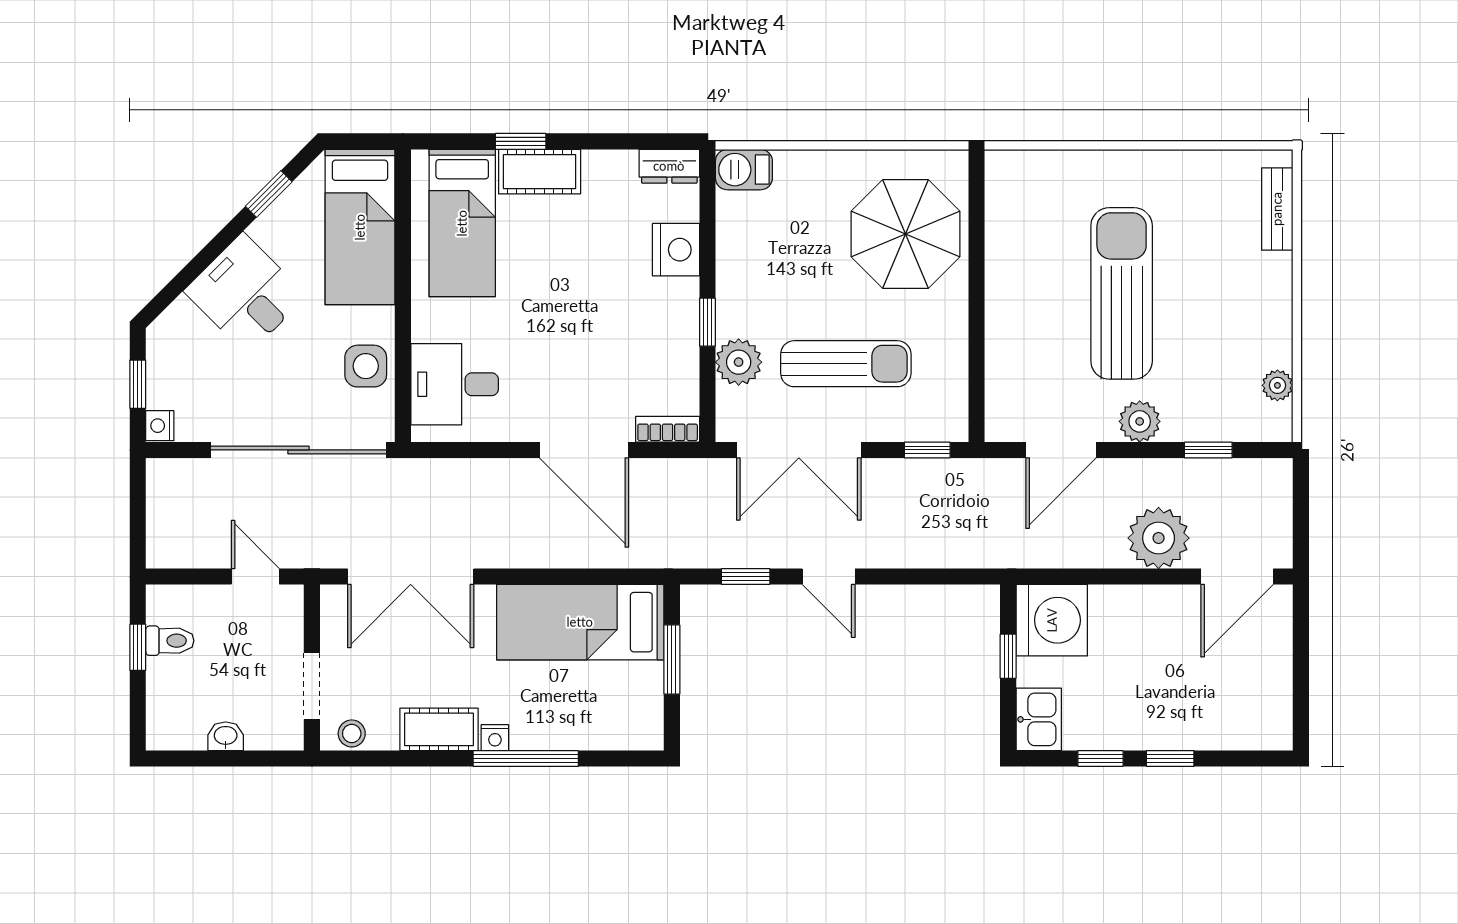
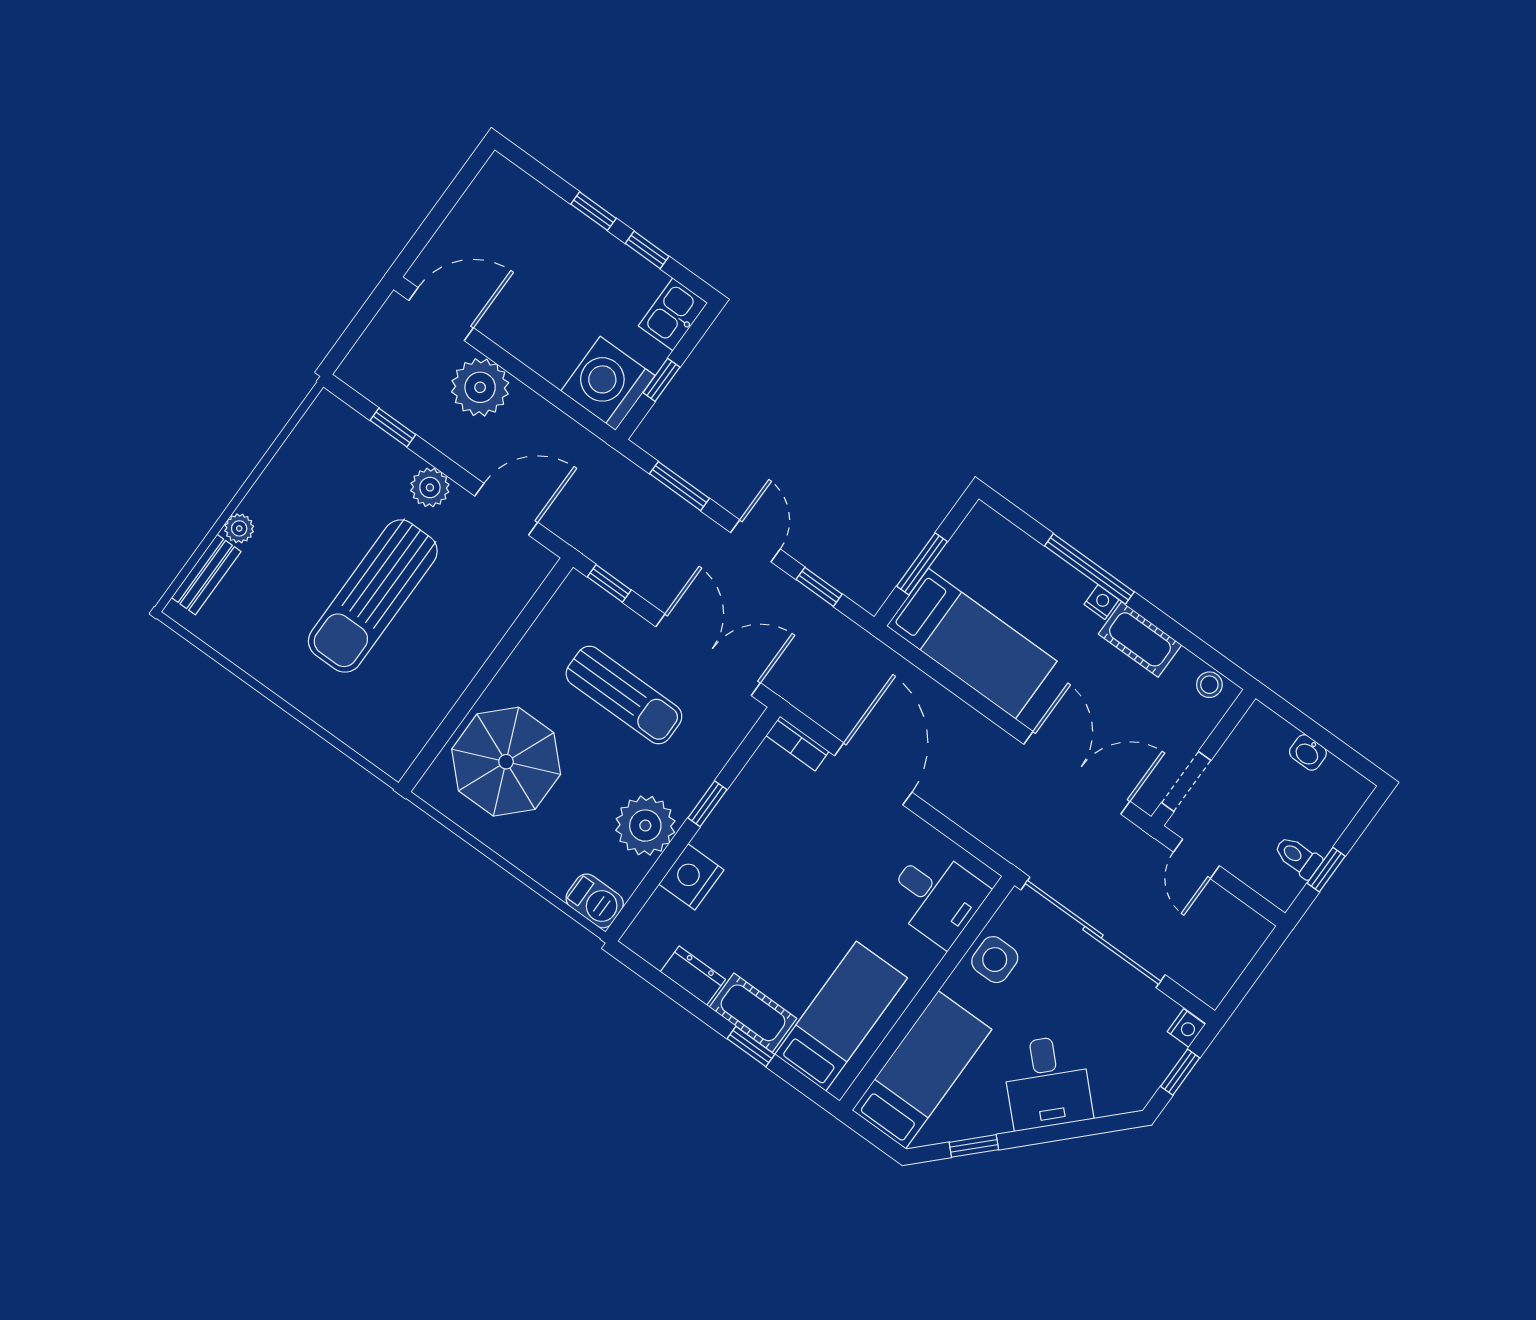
dresser: (669, 166) -> (693, 976), moved
plant: (739, 362) -> (645, 826), moved, width x1.36, depth x1.36
sun lounger: (846, 364) -> (624, 695), turned 180
plant: (1277, 385) -> (239, 528), moved
window: (927, 577) -> (680, 486), added
doorway: (312, 686) -> (1186, 781), moved

